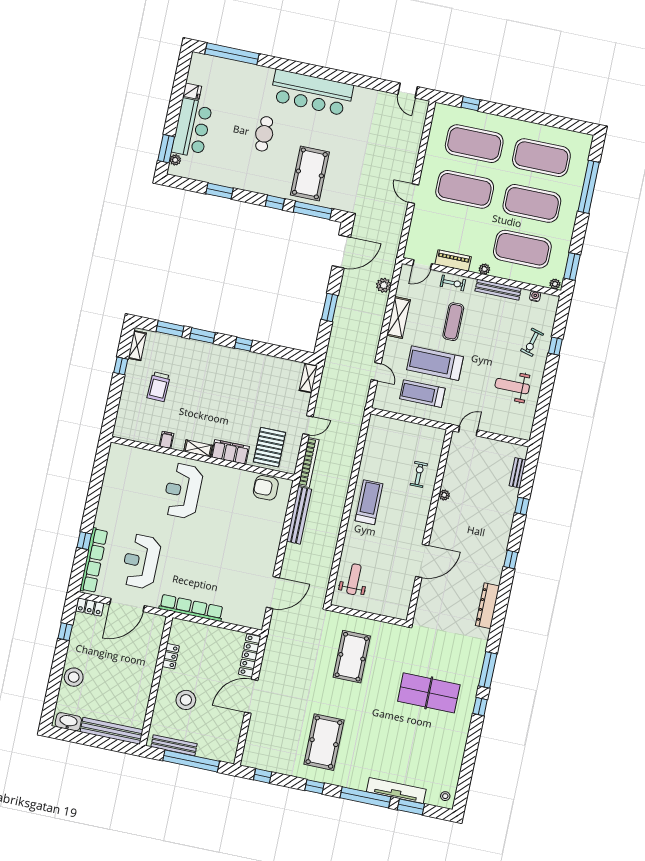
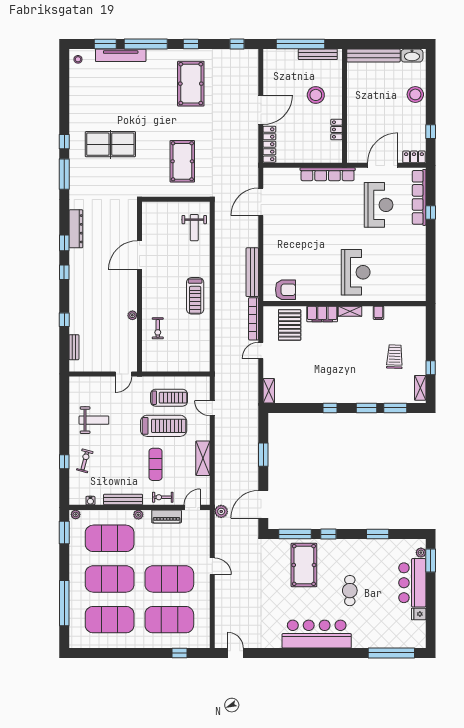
plant: (384, 285) -> (221, 511), moved
window: (504, 593) -> (64, 243), added

